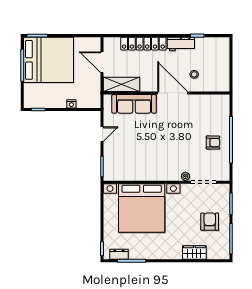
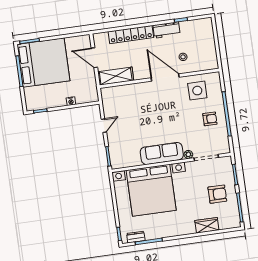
sofa: (134, 104) -> (162, 153), moved, turned 180
side table: (204, 111) -> (197, 91), added
armchair: (210, 222) -> (217, 194), turned 90

